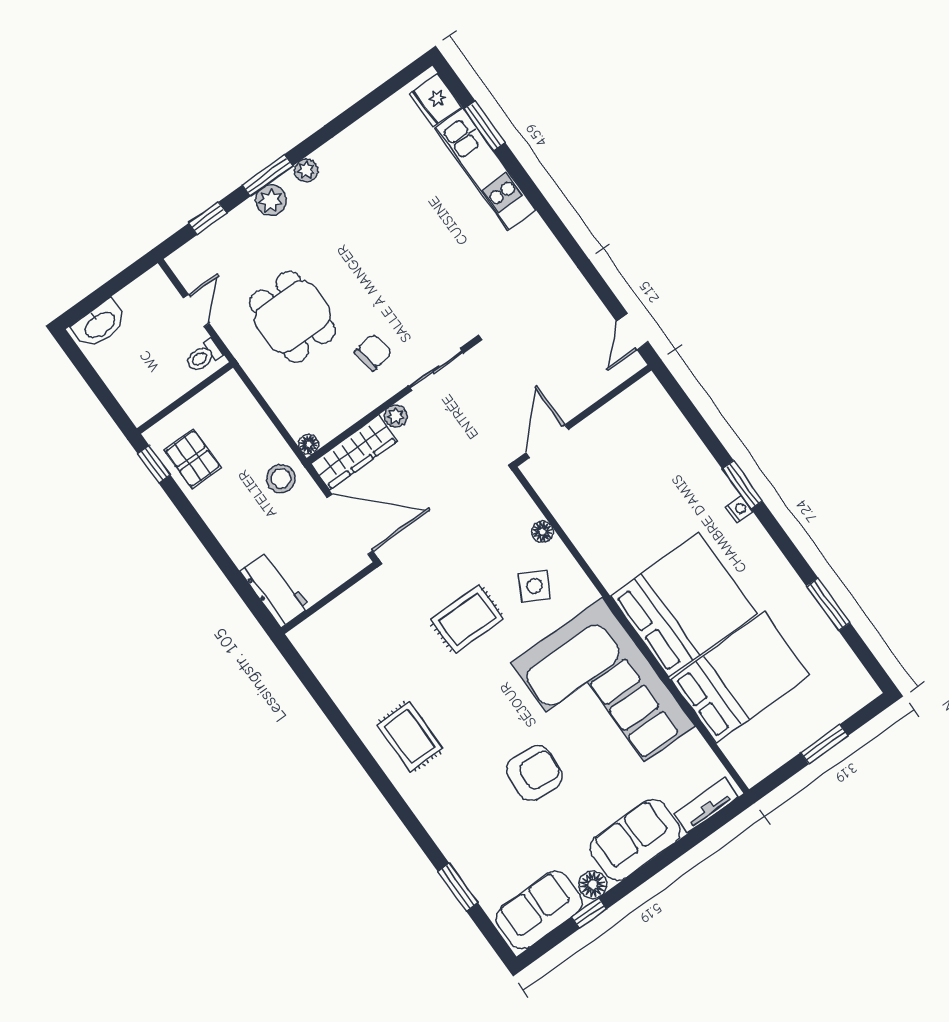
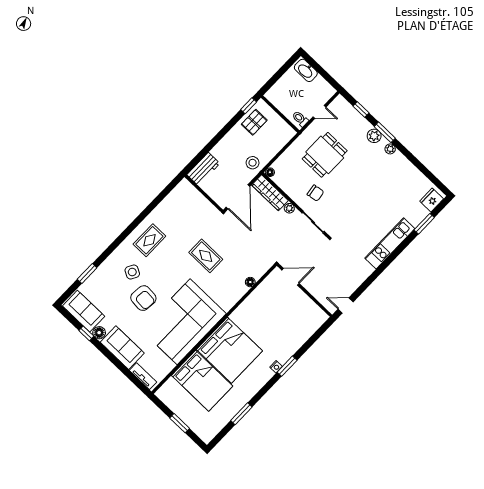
kitchen unit: (485, 169) -> (390, 243), moved
side table: (534, 586) -> (132, 272), moved

